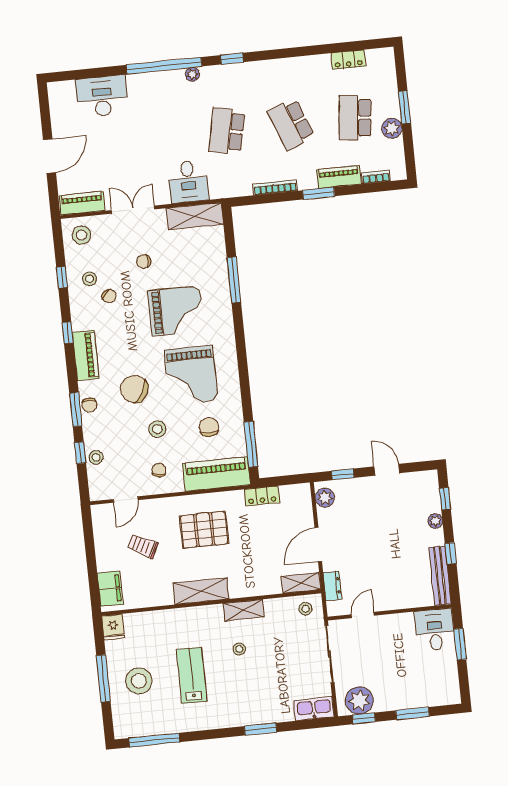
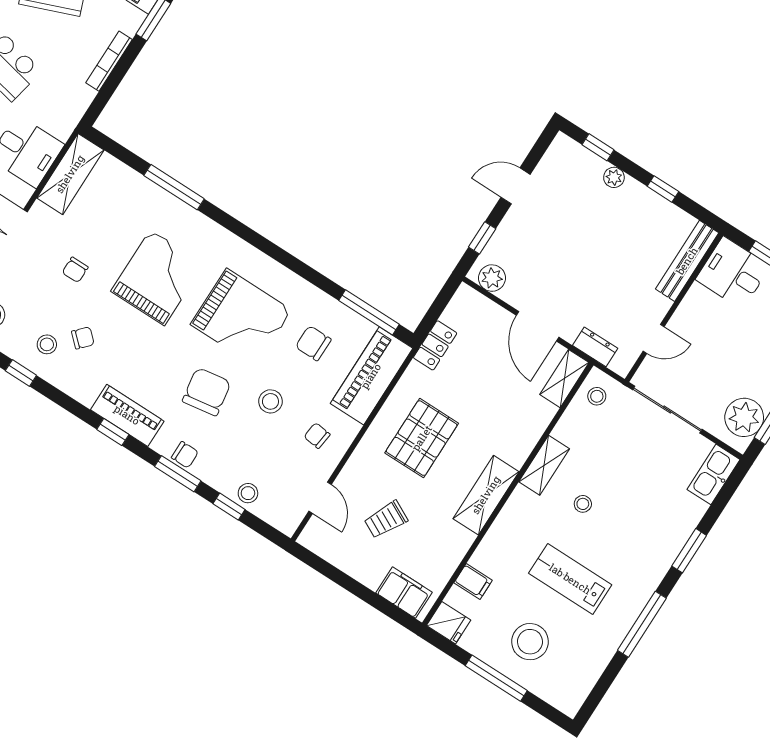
window: (68, 333) -> (113, 432), moved
chair: (134, 389) -> (207, 392), turned 142
bench: (440, 576) -> (687, 261), moved, turned 90
door: (363, 615) -> (654, 339), swing flipped
filing cabinet: (147, 622) -> (473, 582), added
window: (154, 740) -> (642, 624), moved

